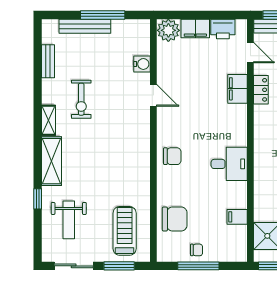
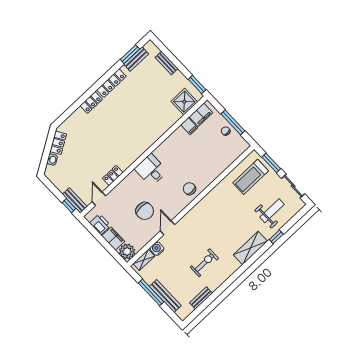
filing cabinet: (238, 89) -> (201, 115), moved
shelving: (48, 120) -> (144, 260), moved
desk: (229, 164) -> (151, 170), moved
chair: (175, 219) -> (145, 211), moved, turned 180

